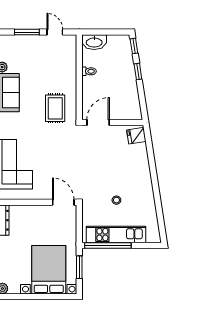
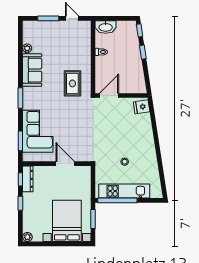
door: (63, 202) -> (65, 164), moved

